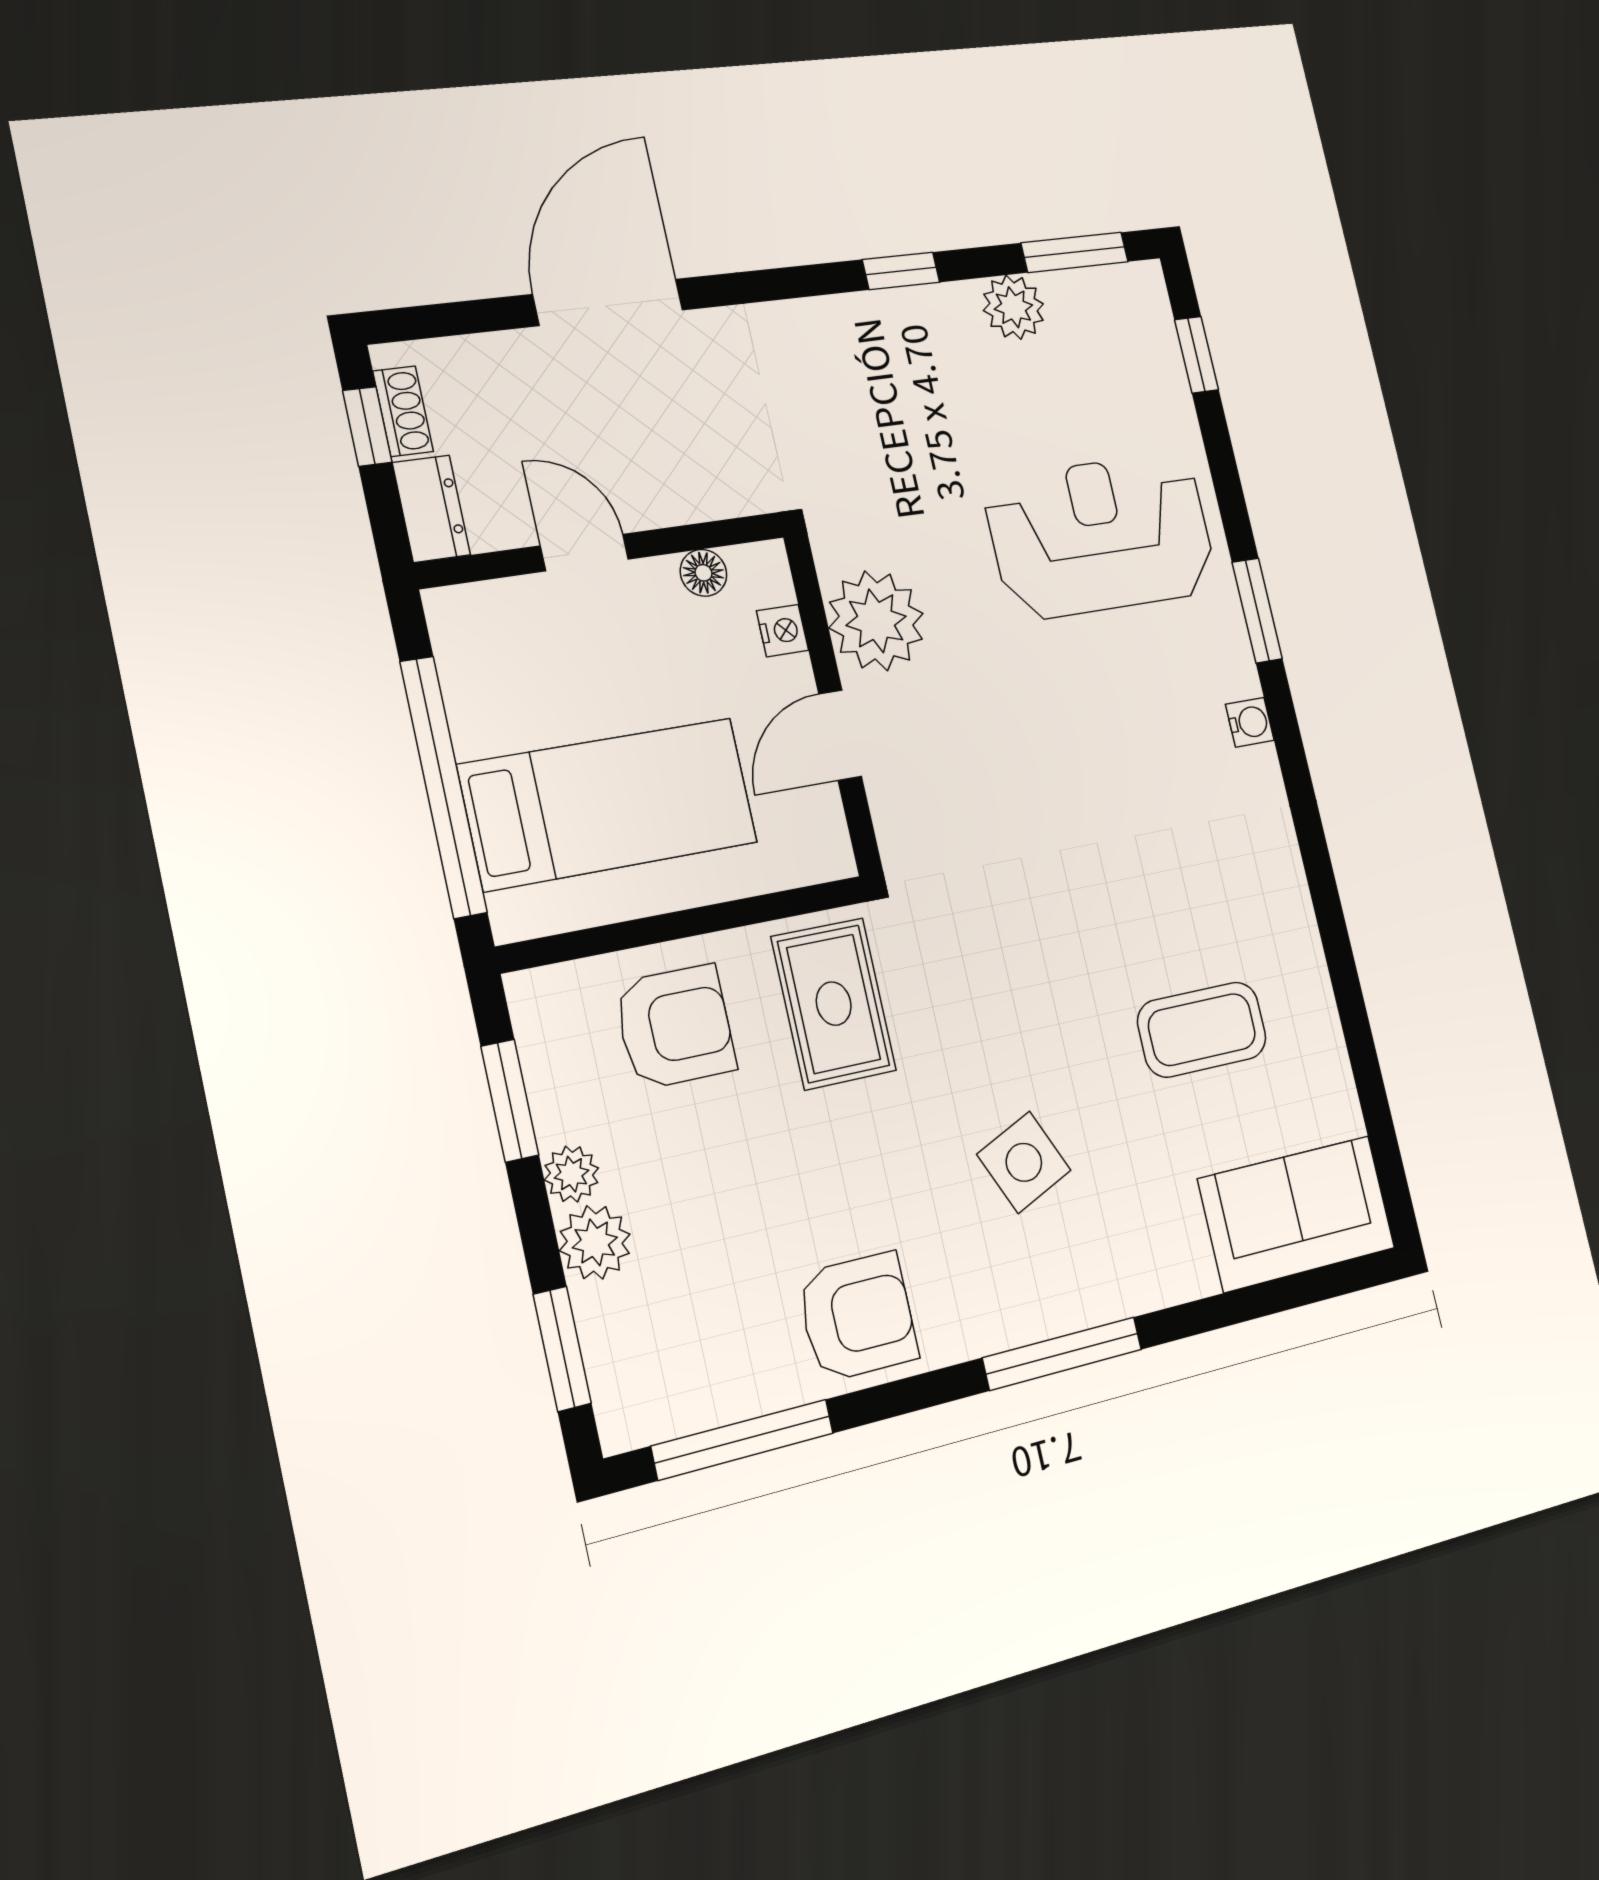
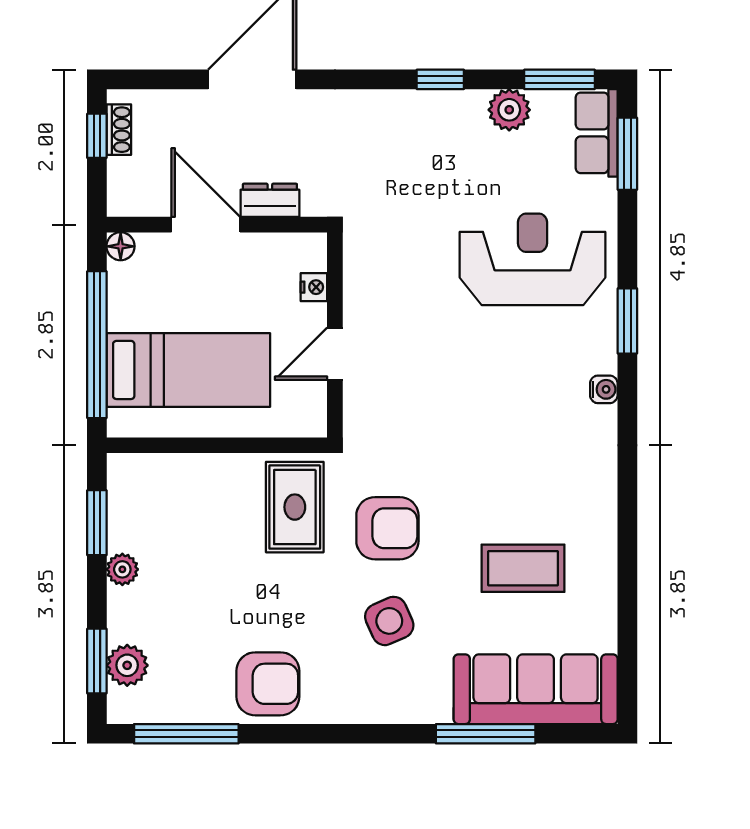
row of seats: (1146, 328) -> (597, 133), added
window: (1197, 355) -> (627, 154), width x1.50
dresser: (431, 509) -> (270, 200), moved, turned -90
door: (585, 552) -> (206, 225), width x1.38
floor lamp: (703, 573) -> (121, 246), moved
plant: (876, 621) -> (373, 290), removed
armchair: (675, 1027) -> (387, 528), moved
sofa: (1297, 1214) -> (536, 689), width x1.36
plant: (595, 1242) -> (127, 665), moved
window: (1062, 1354) -> (486, 734), moved

